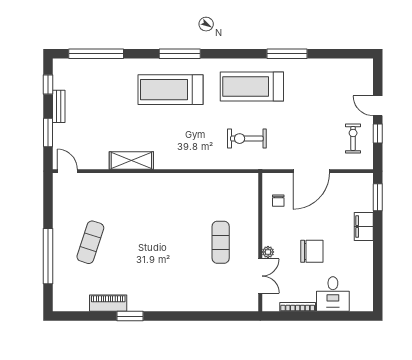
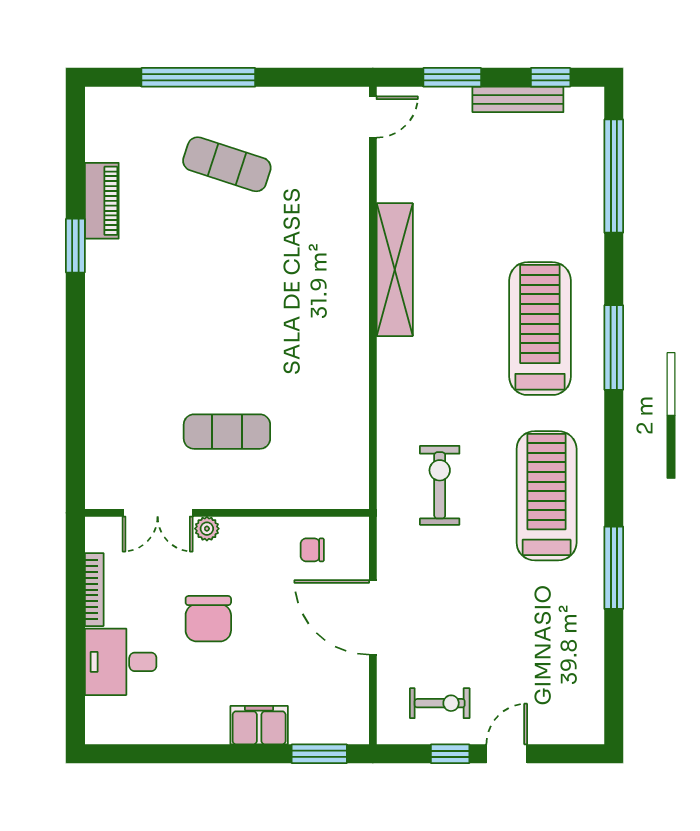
bench: (59, 106) -> (518, 99), width x1.36
shelving: (131, 160) -> (395, 270), width x1.47

